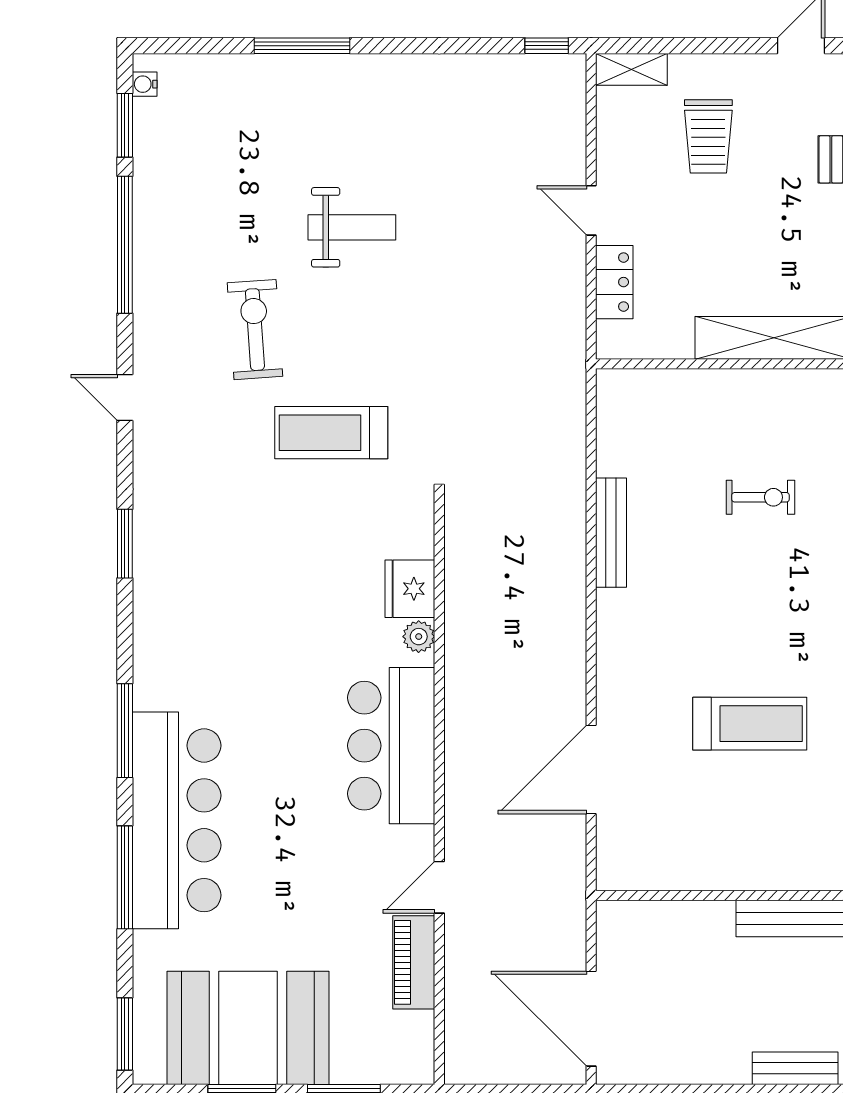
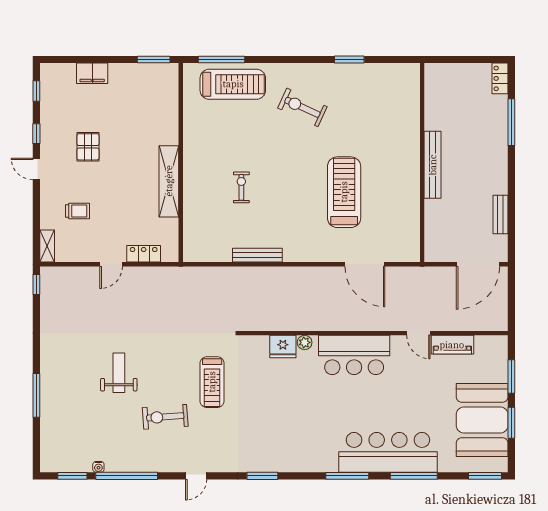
water cooler: (145, 84) -> (98, 467), moved
trolley: (708, 136) -> (78, 211), width x0.73, depth x0.72
treadmill: (750, 724) -> (344, 192), width x1.37, depth x1.38
bench: (795, 1068) -> (500, 214), moved

